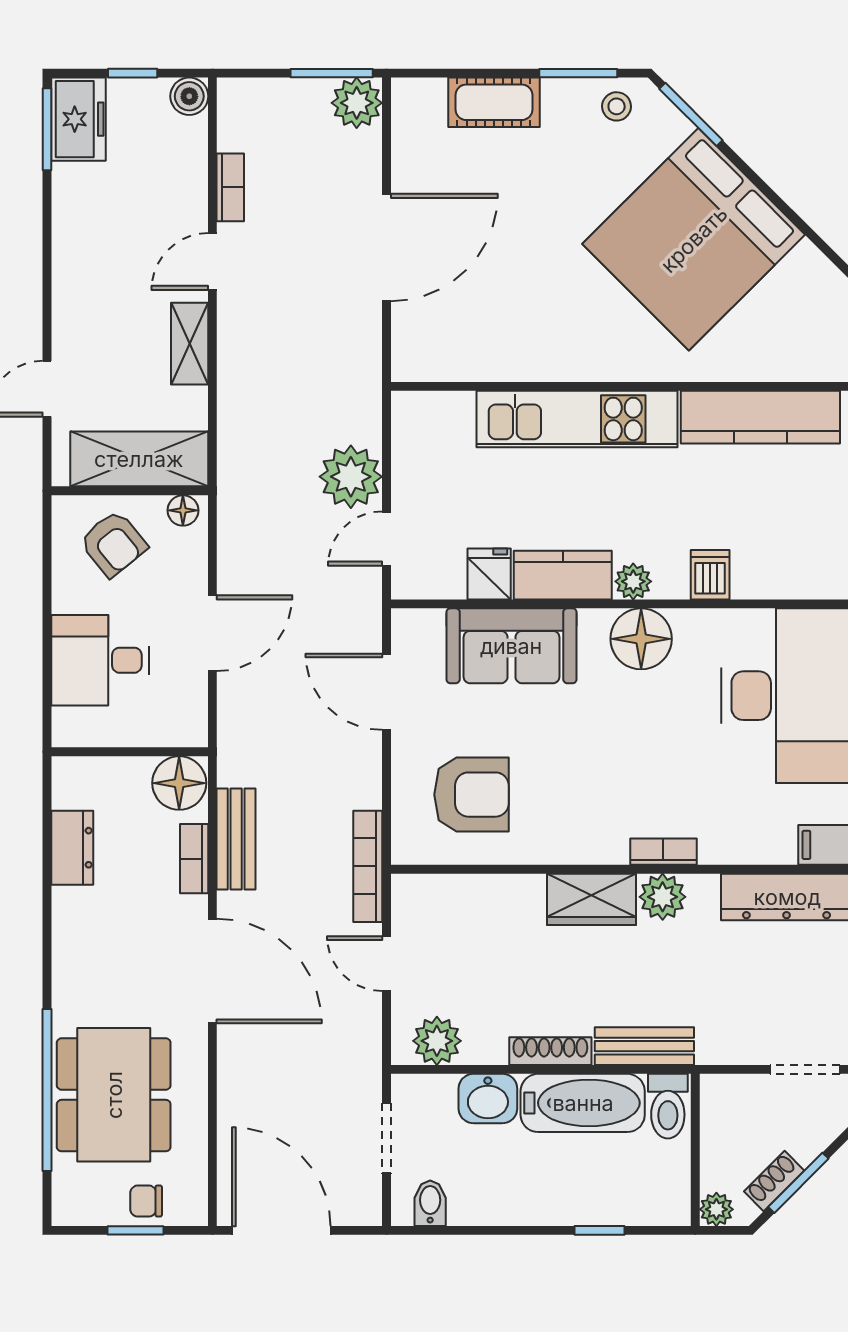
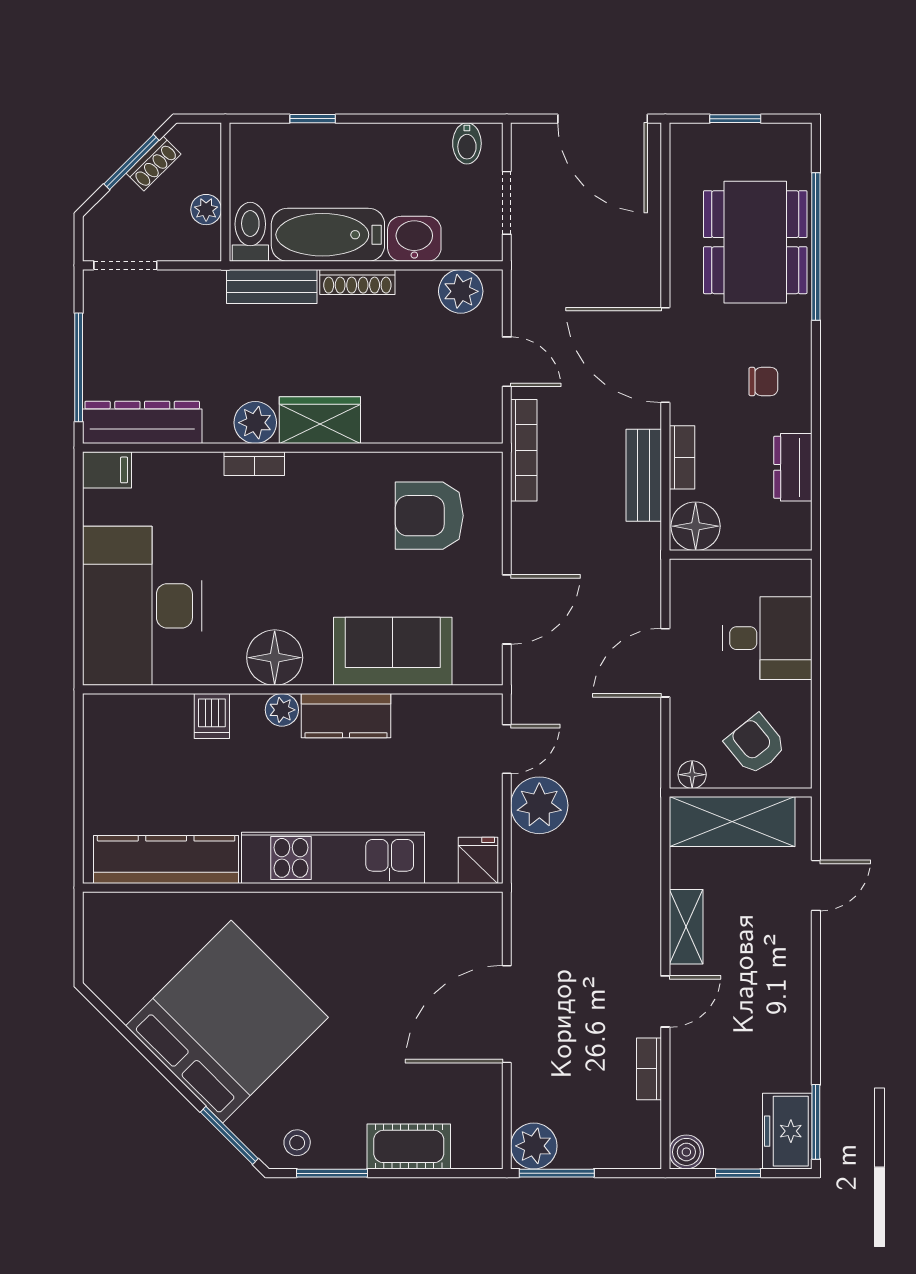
fridge: (489, 574) -> (478, 860), moved, turned 180
door: (386, 692) -> (507, 609), hinge flipped
chair: (146, 1201) -> (763, 381), moved
plant: (716, 1209) -> (206, 210), moved

